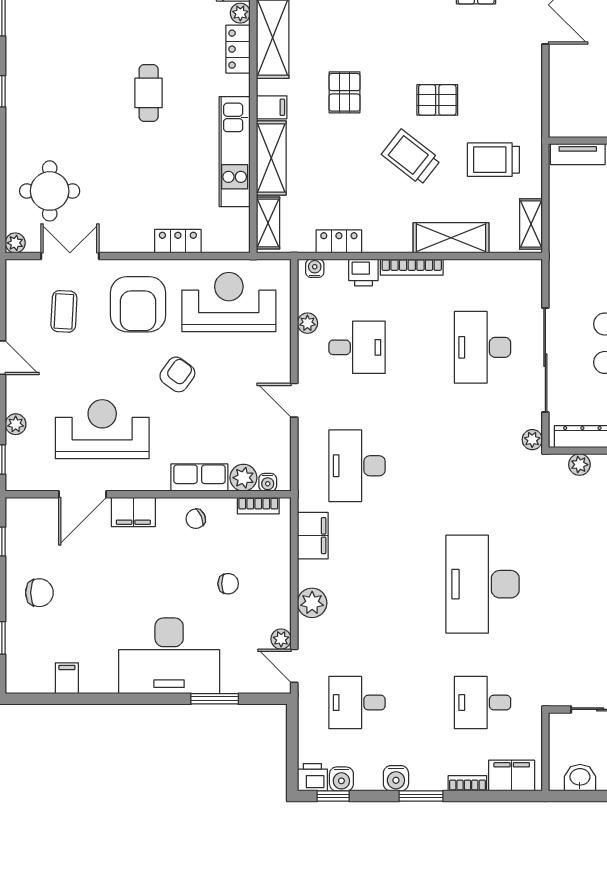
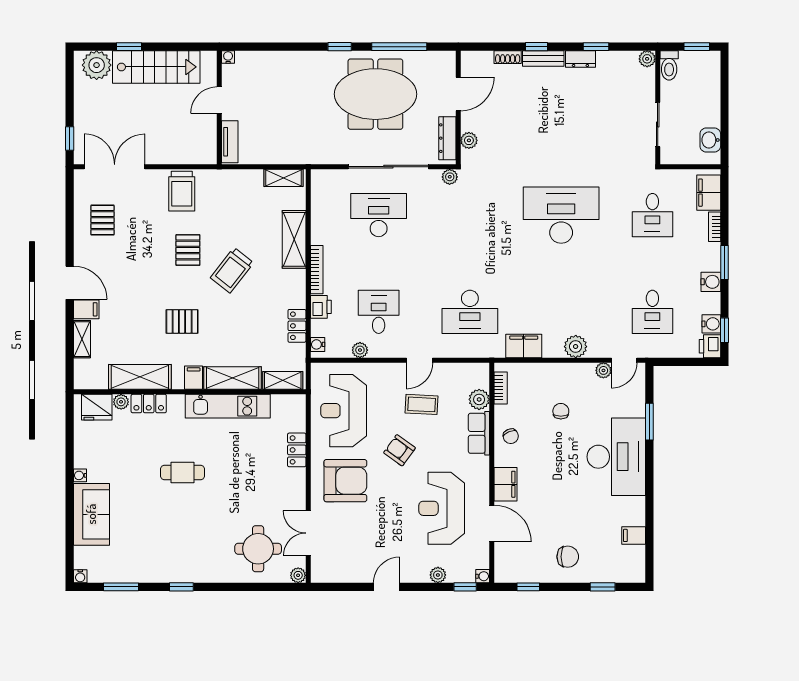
trolley: (493, 160) -> (182, 191), moved
coffee table: (64, 311) -> (422, 404), moved
desk: (483, 347) -> (379, 215), turned 180
water cooler: (268, 482) -> (483, 576), moved
desk: (483, 584) -> (561, 215), turned 180
chair: (39, 593) -> (568, 557), turned 90

